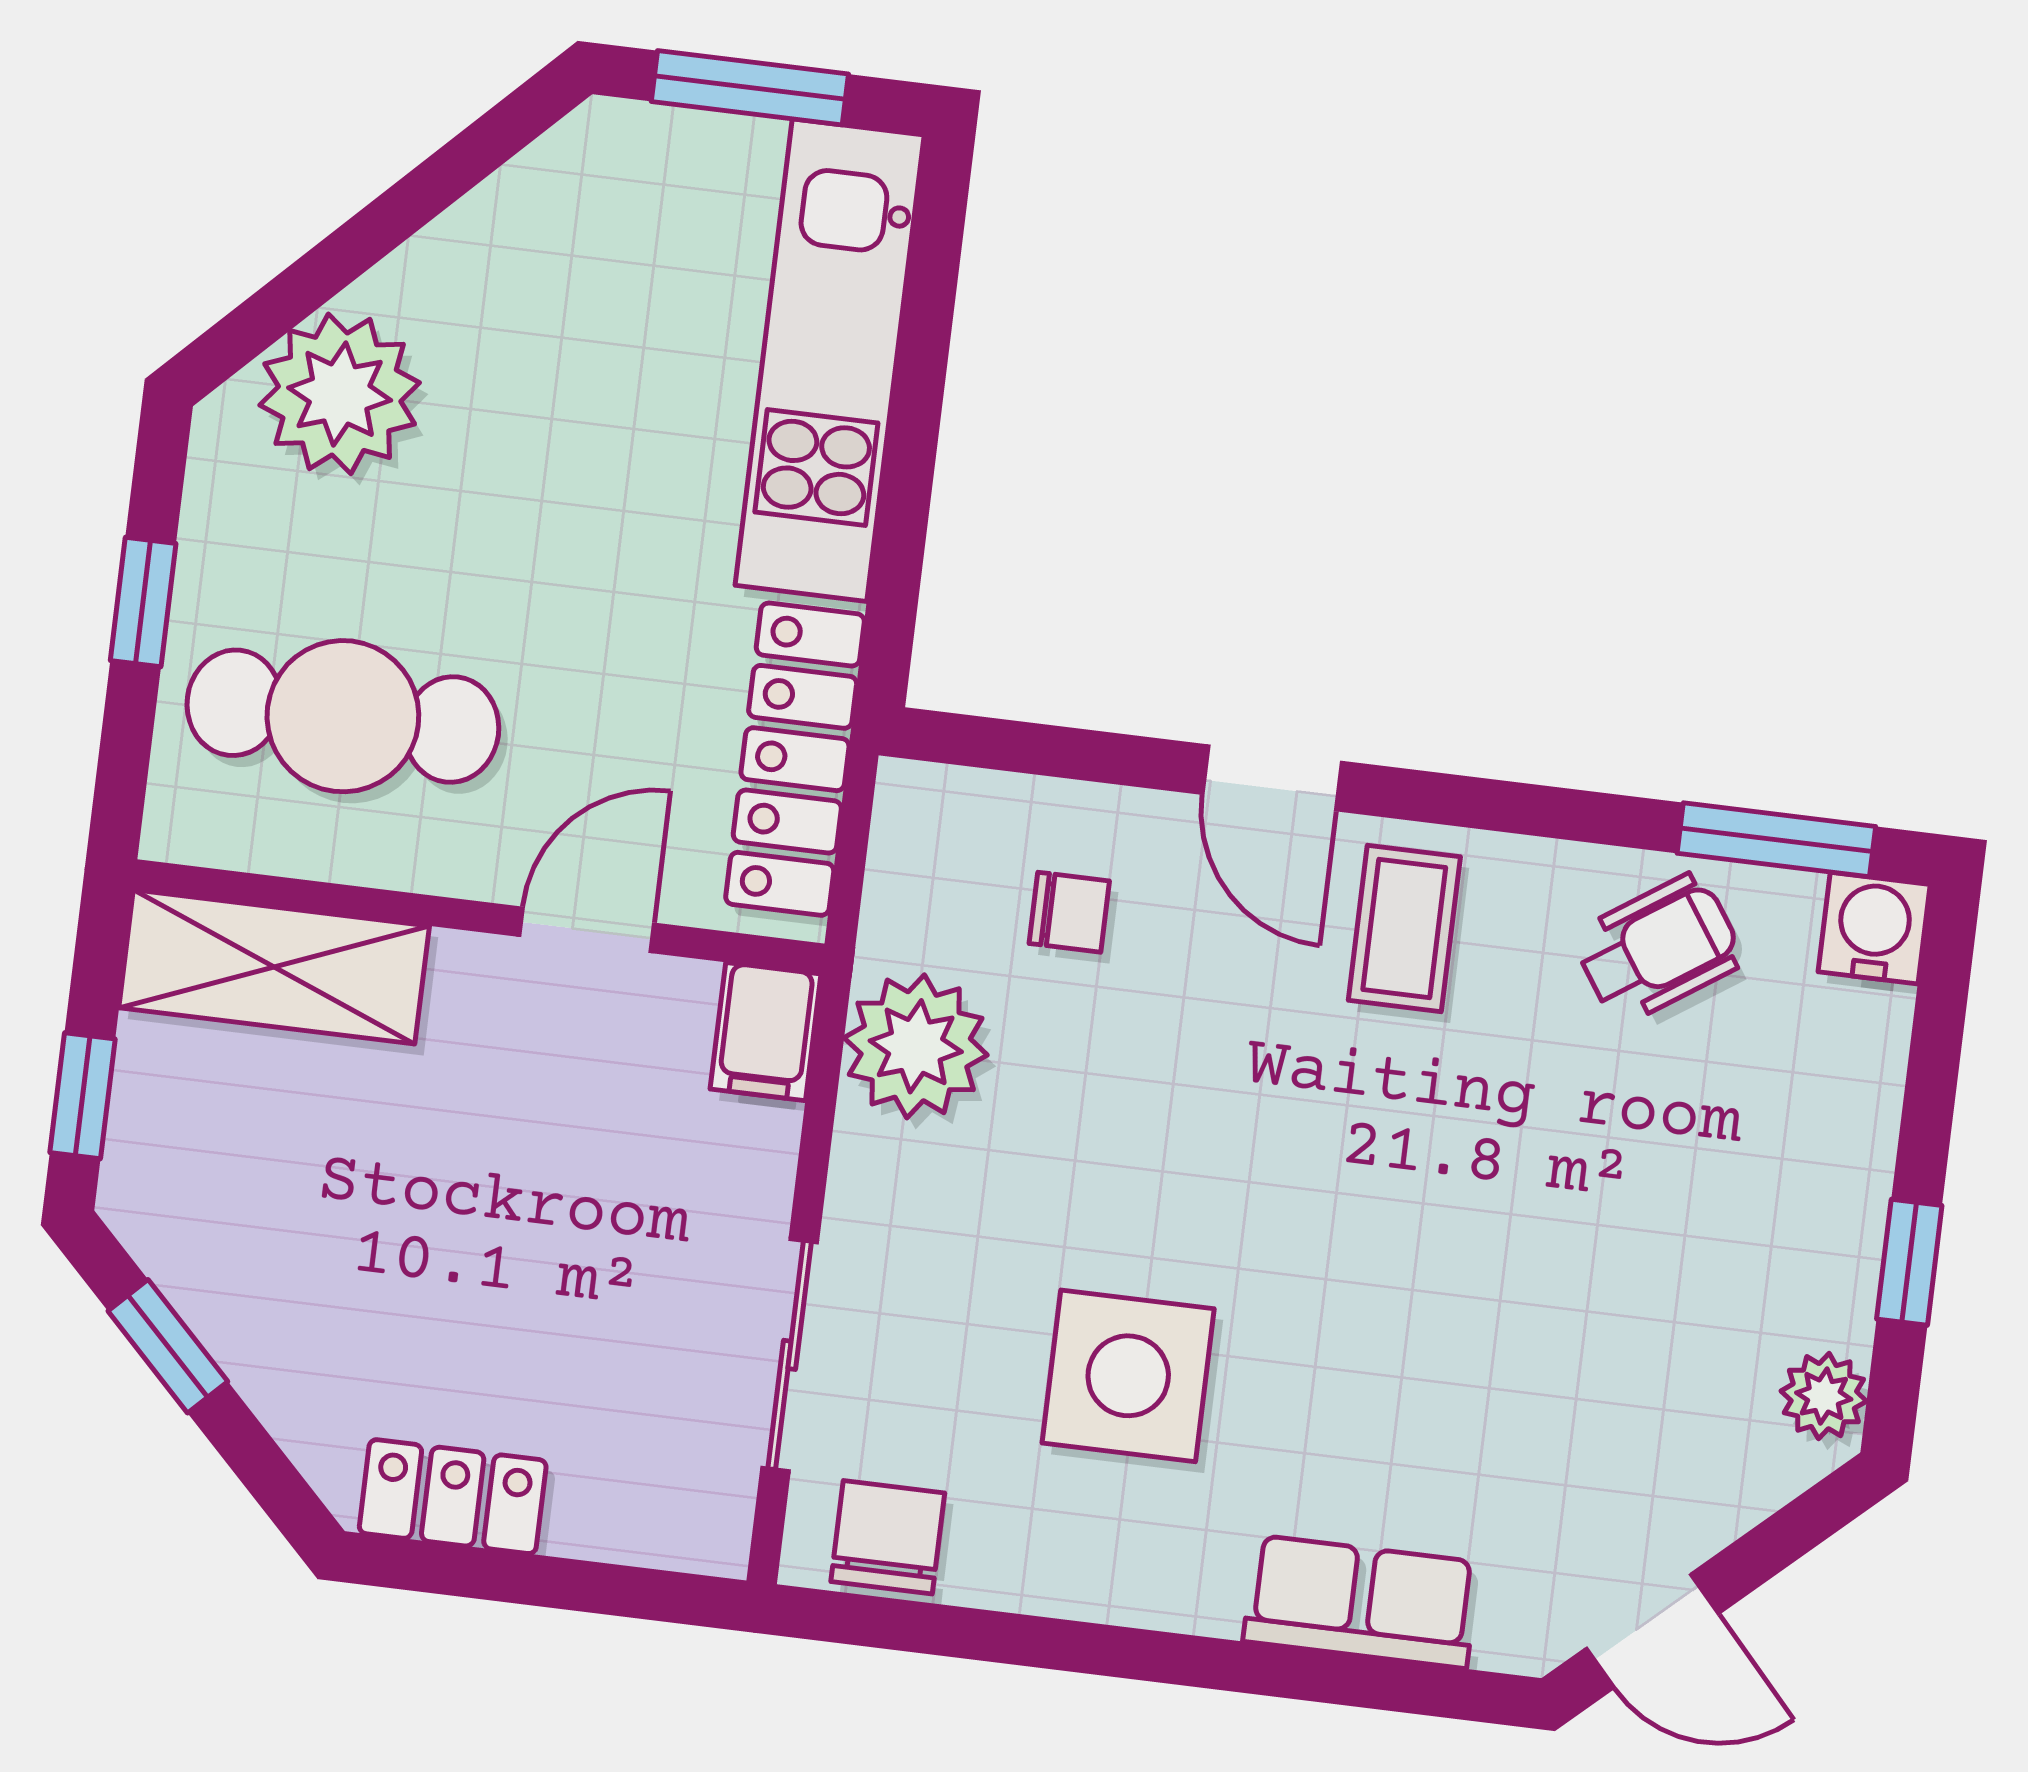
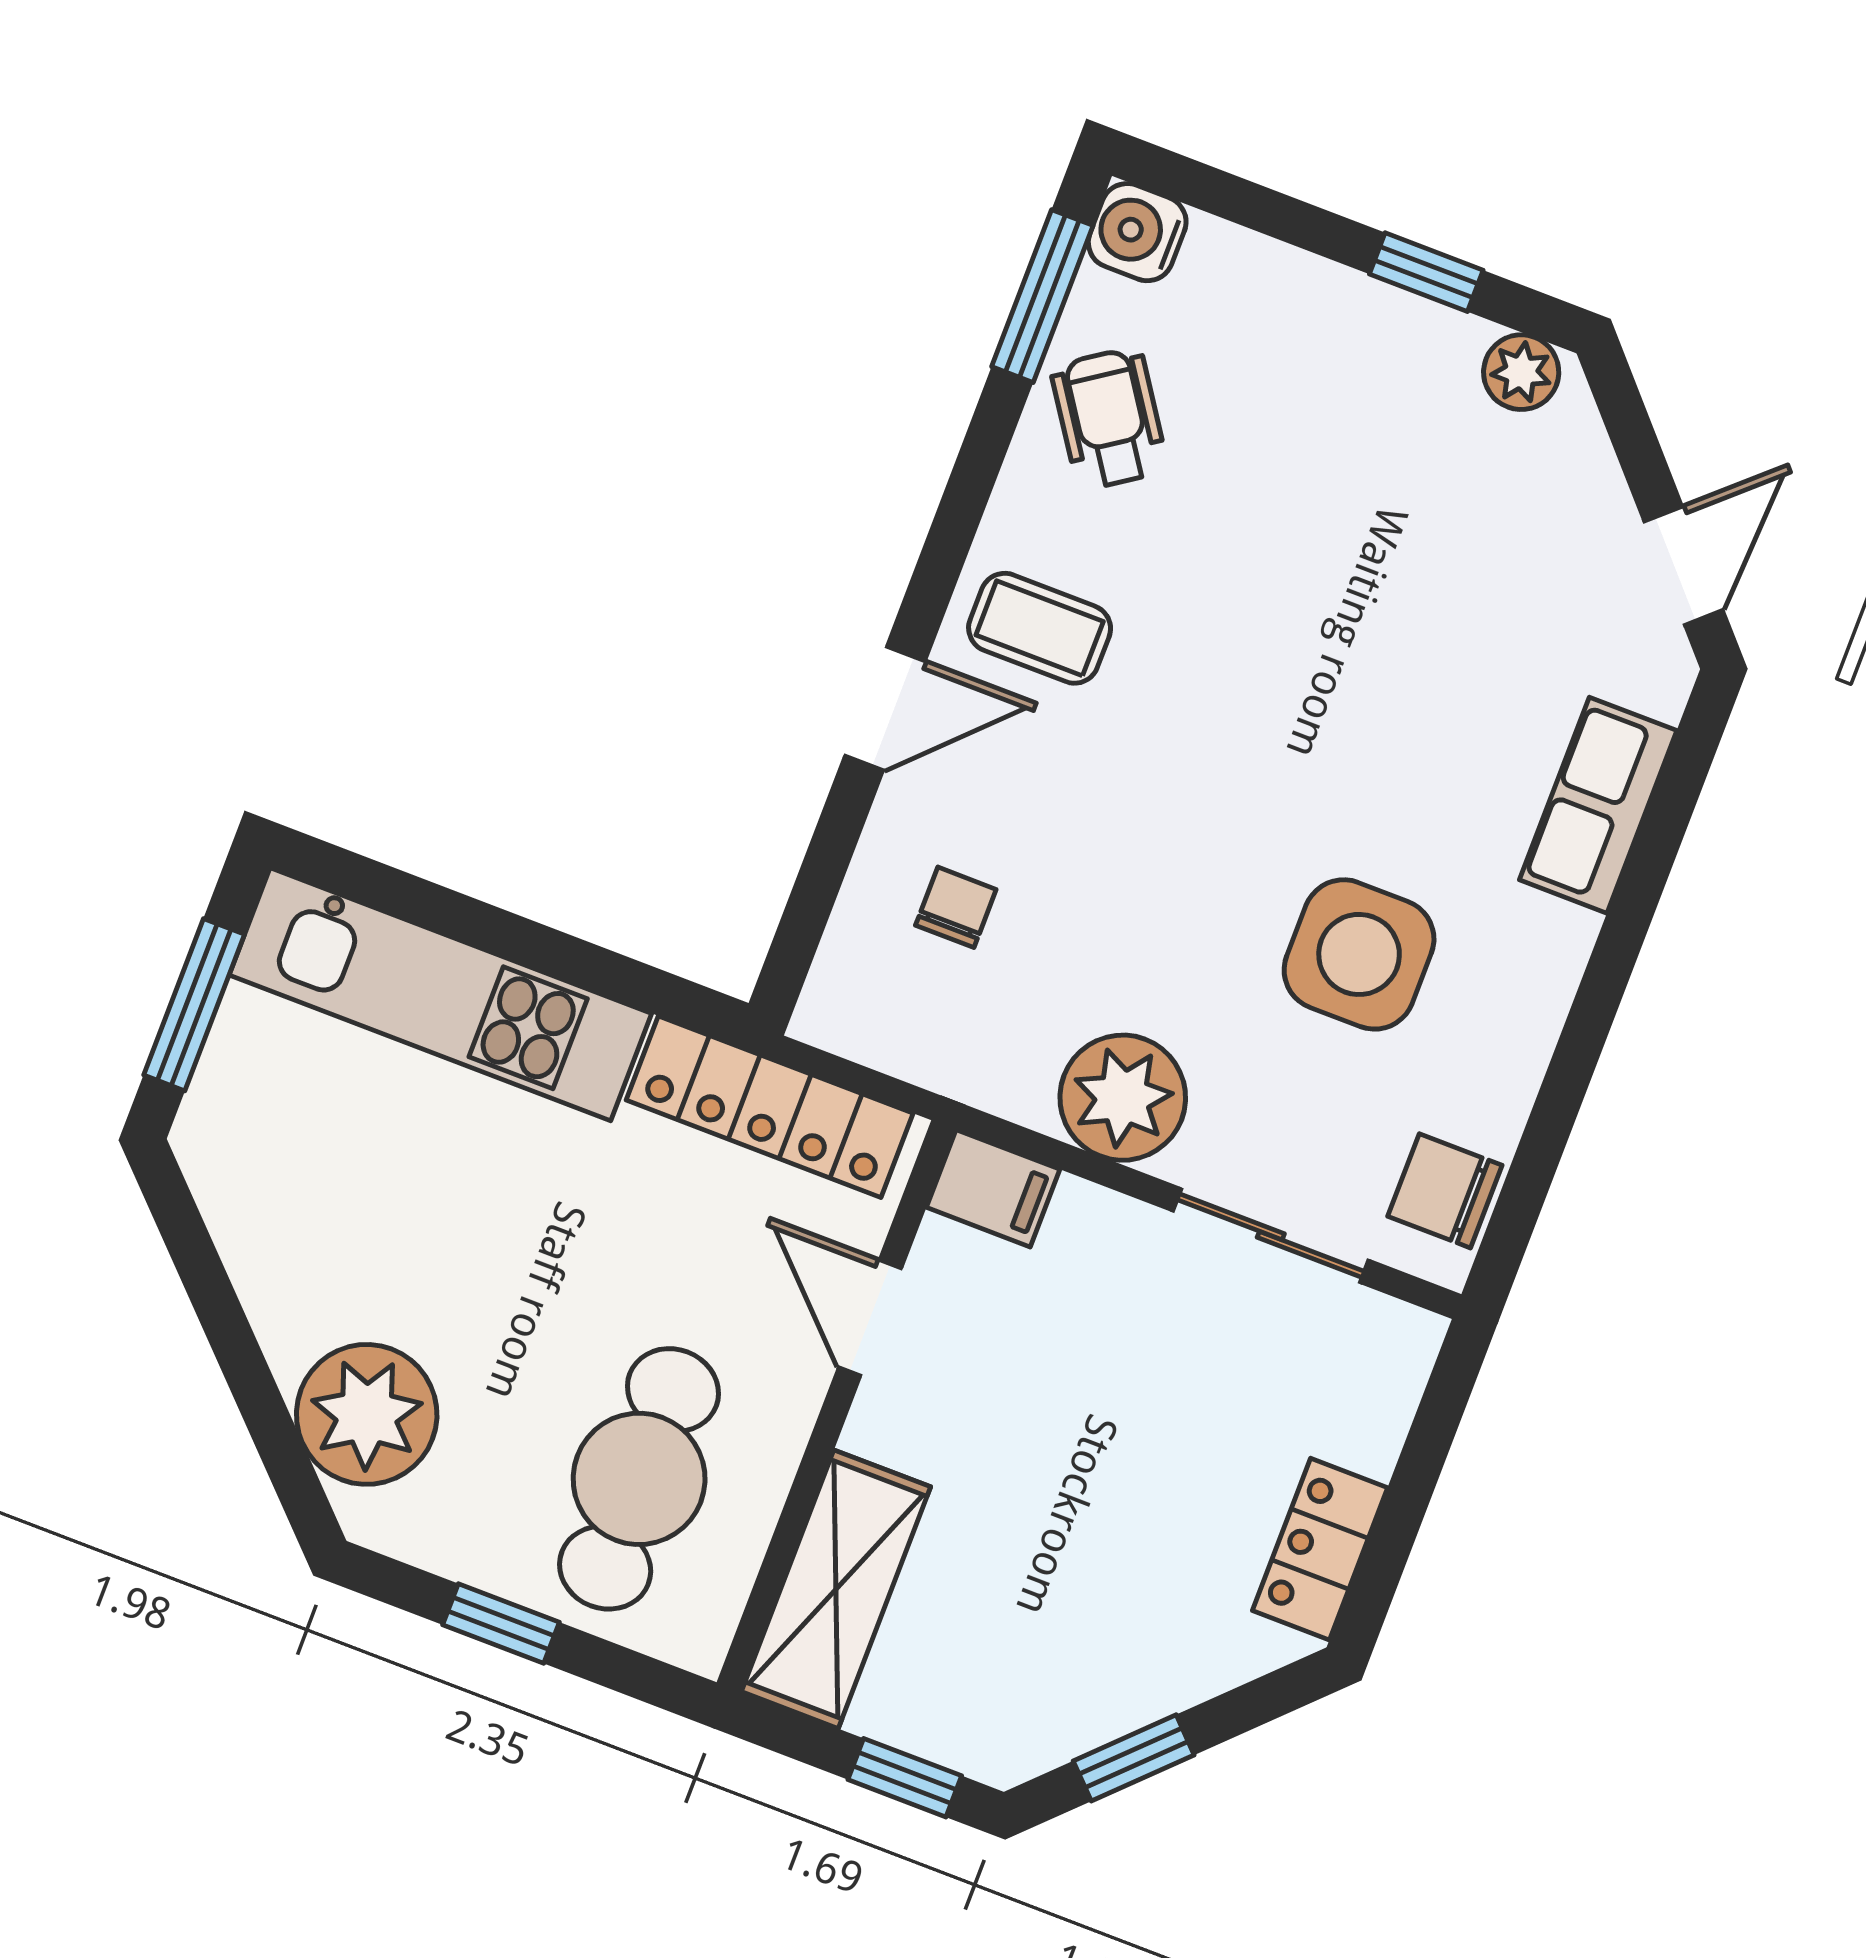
plant: (916, 1046) -> (1123, 1098), moved

